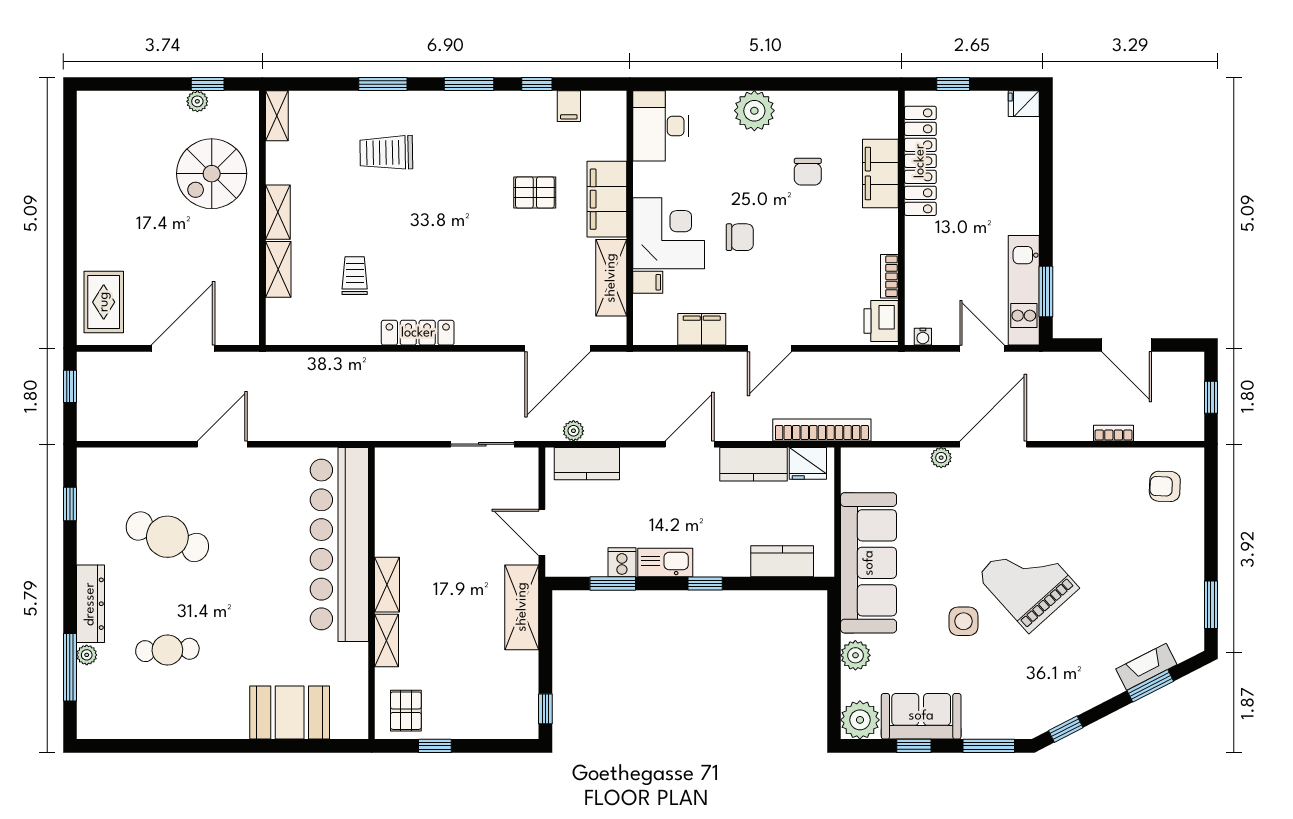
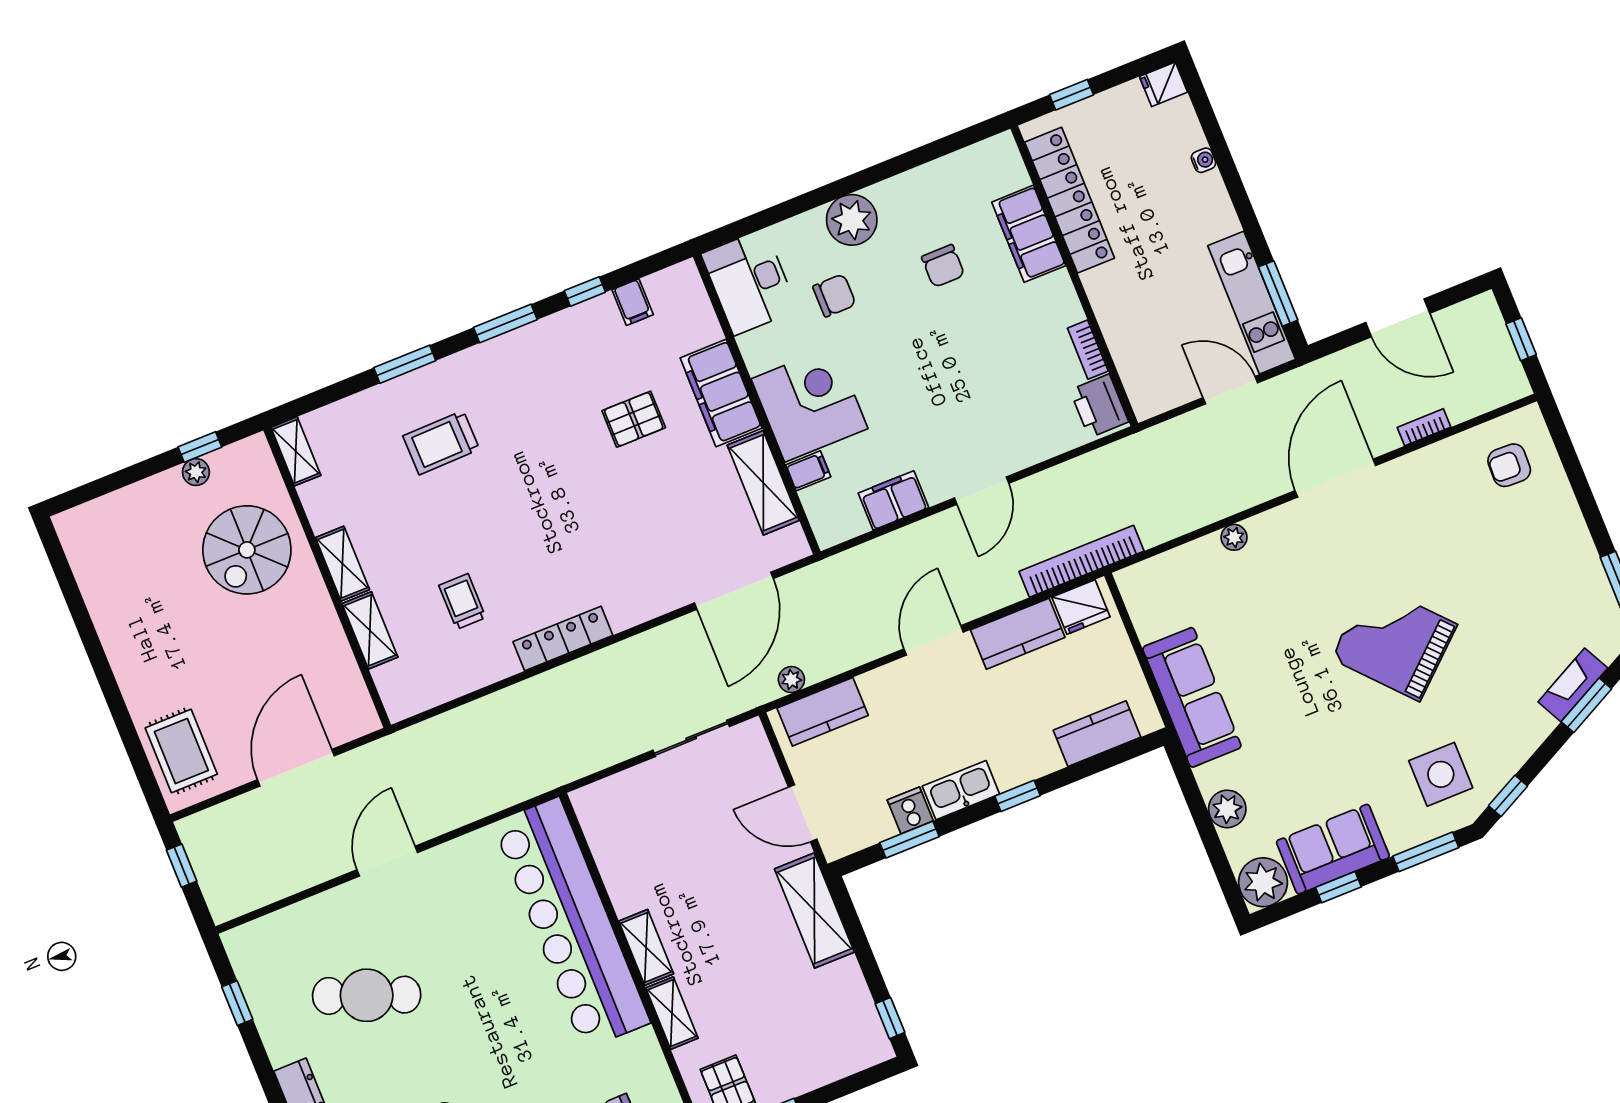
chair: (740, 237) -> (834, 295), moved
water cooler: (923, 337) -> (1203, 160), moved, turned -90
door: (993, 444) -> (1335, 478), moved
sofa: (869, 563) -> (1192, 697), width x0.74, depth x0.79
side table: (963, 621) -> (1441, 774), moved, width x1.37, depth x1.37

